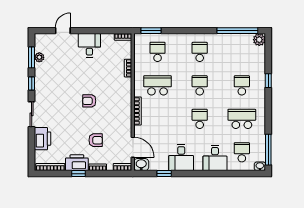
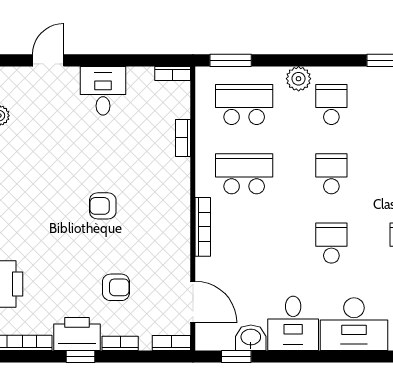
plant: (184, 39) -> (299, 79), added
school desk: (158, 52) -> (244, 104), width x1.85
desk: (215, 158) -> (354, 324), width x1.37
washbasin: (141, 165) -> (251, 338), moved
window: (164, 174) -> (236, 356), moved

